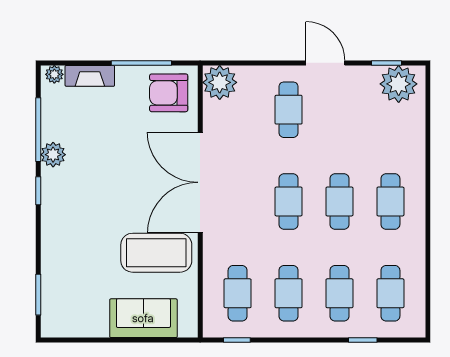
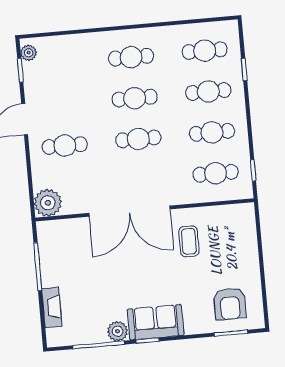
plant: (54, 74) -> (53, 336), removed
plant: (399, 84) -> (29, 53), width x0.53, depth x0.53
armchair: (169, 93) -> (230, 304), moved
coffee table: (156, 253) -> (189, 241), width x0.54, depth x0.58
sofa: (143, 318) -> (156, 322), moved, turned 90

